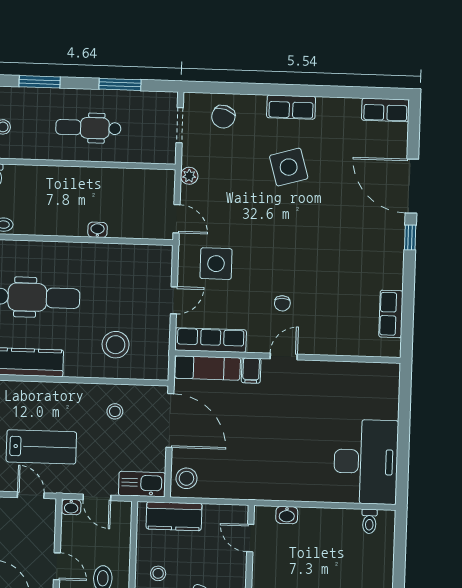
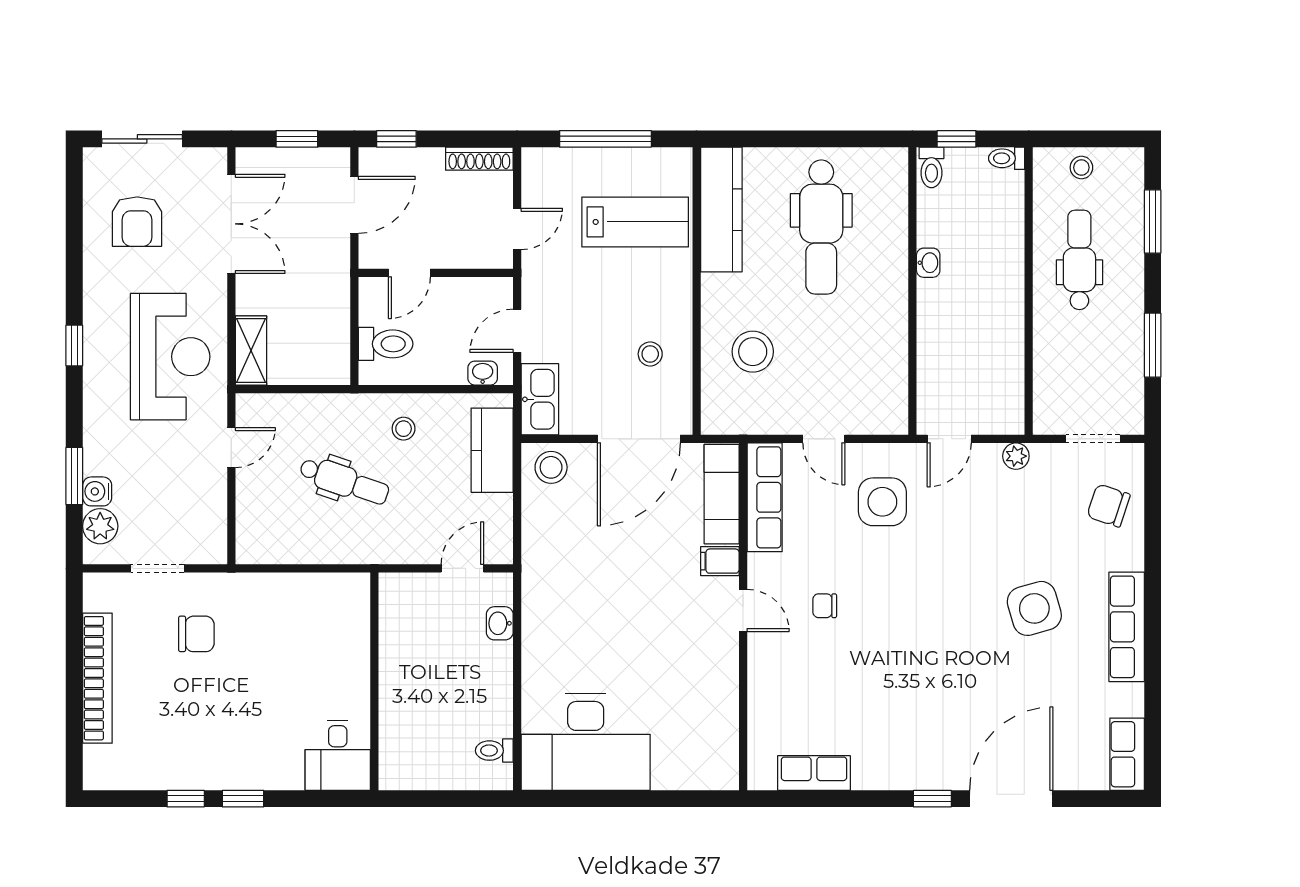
row of seats: (291, 107) -> (1127, 627), width x1.48
dental chair: (88, 128) -> (1079, 260), moved
washbasin: (98, 230) -> (928, 263), moved
lab bench: (41, 447) -> (635, 222), moved, turned -90
washbasin: (71, 507) -> (483, 373), moved, turned 90

